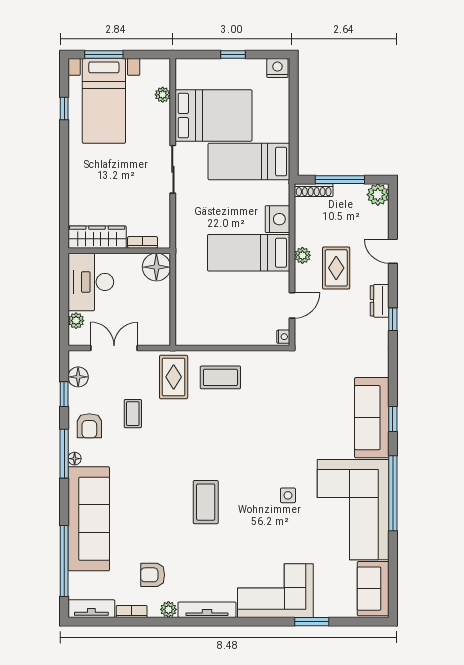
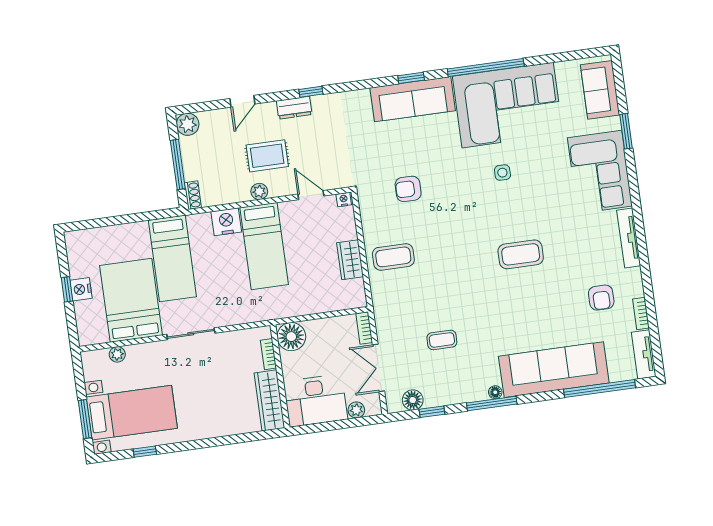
nightstand: (277, 68) -> (81, 289), moved
shoe rack: (314, 190) -> (193, 195), width x0.70
wardrobe: (223, 335) -> (350, 260), added
bookcase: (155, 339) -> (364, 328), added
rug: (174, 377) -> (399, 304), removed
coffee table: (220, 377) -> (393, 257), turned 90
armchair: (89, 426) -> (408, 189), moved, turned 180
sofa: (373, 589) -> (600, 90), moved, turned 90
plant: (168, 609) -> (634, 277), removed

